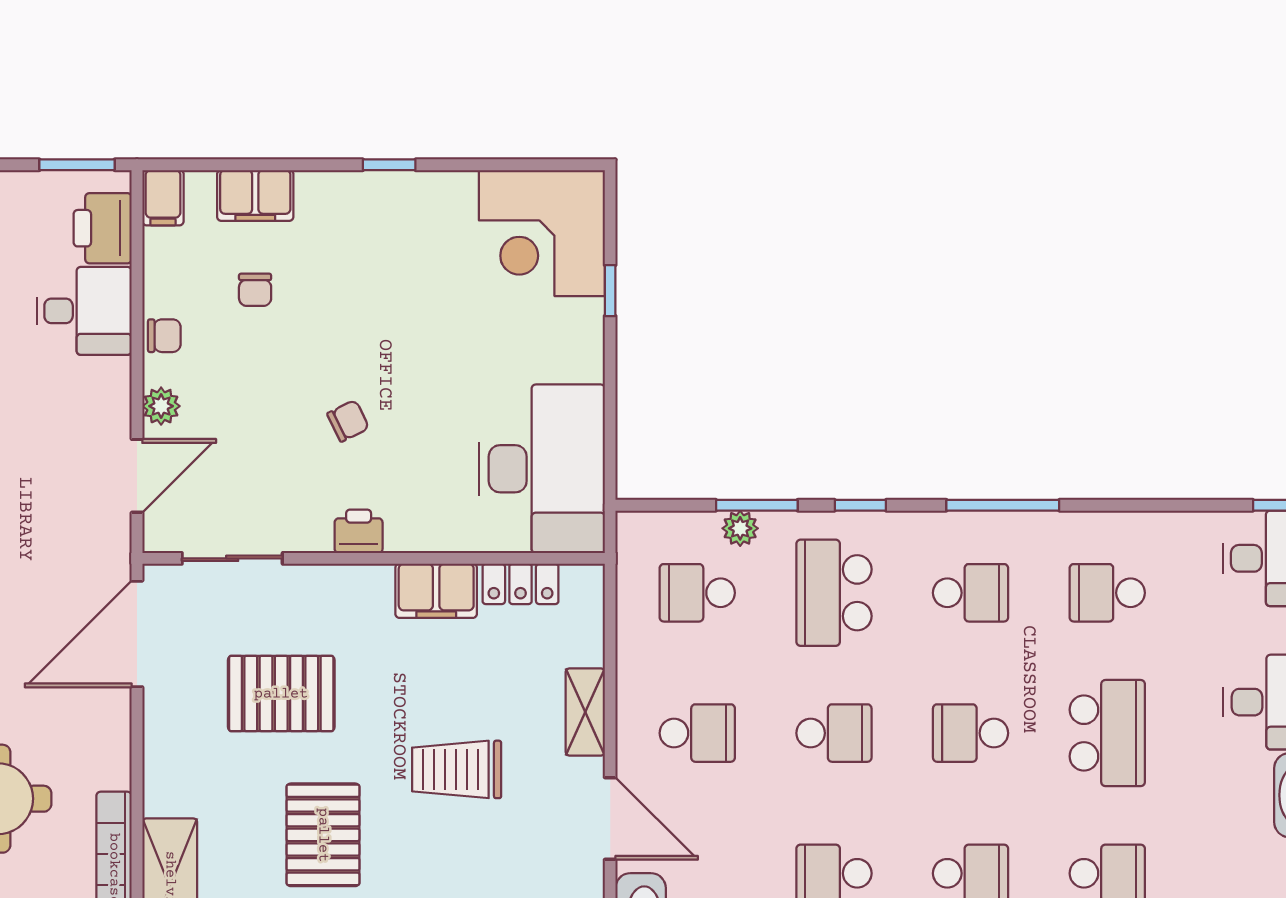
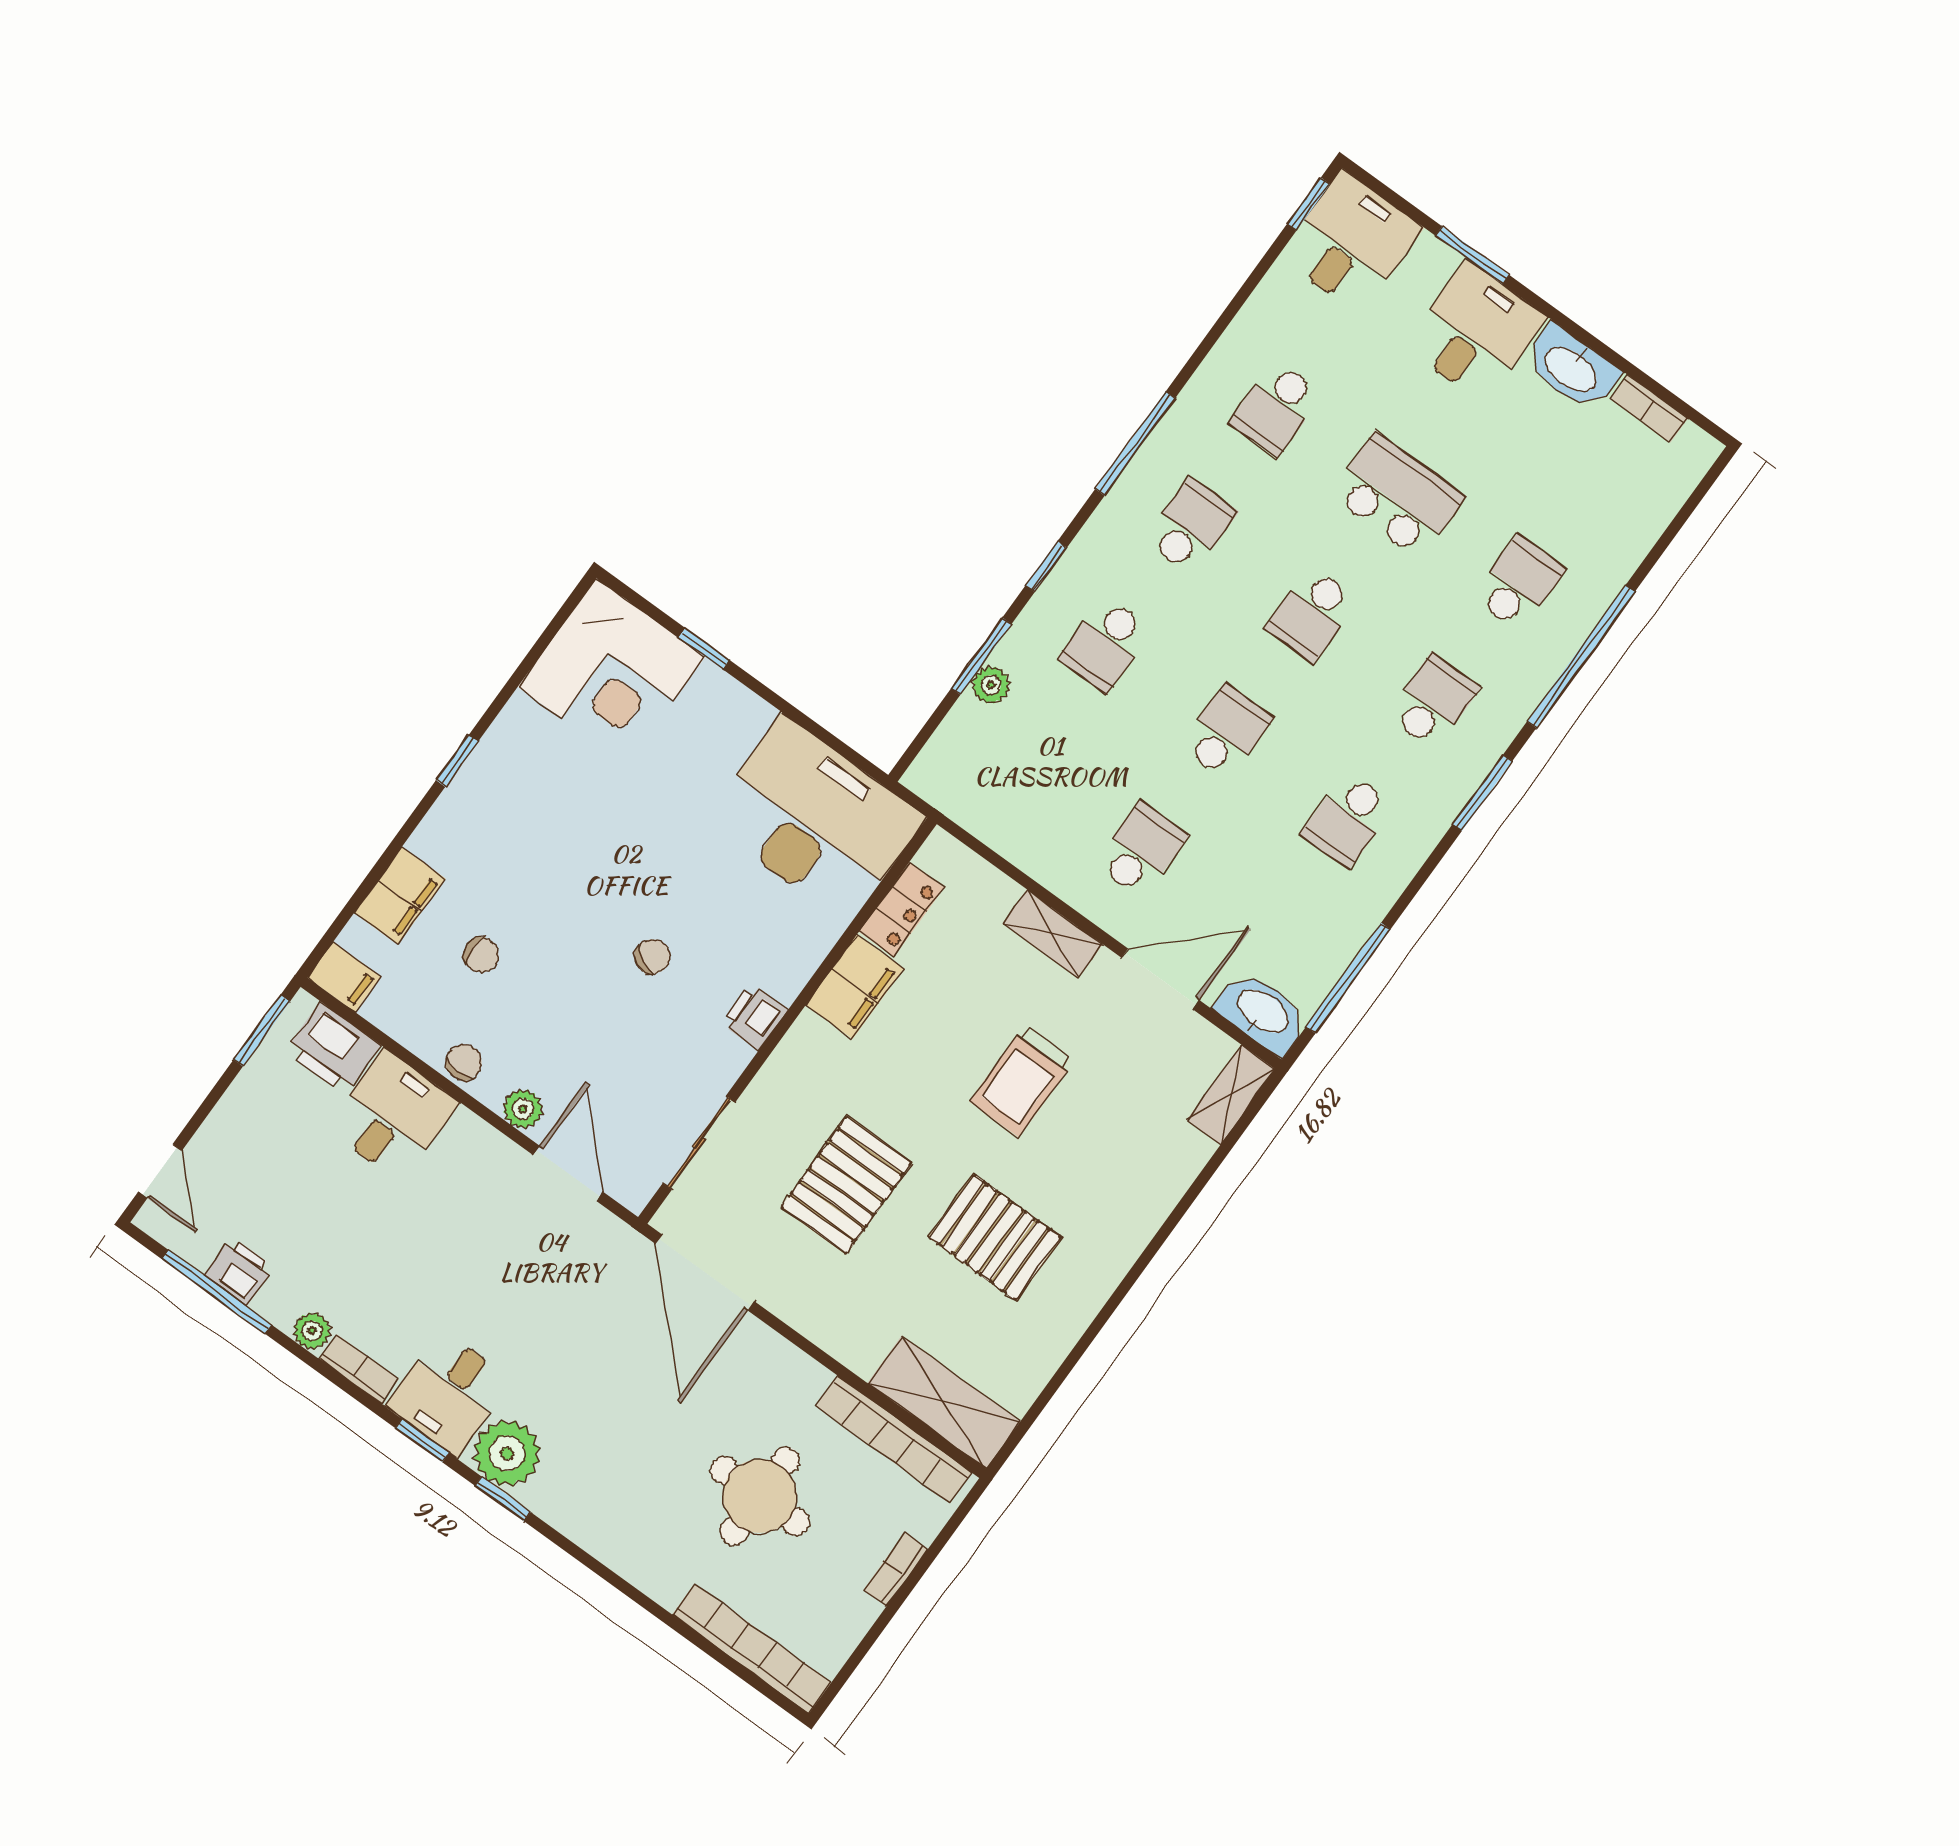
chair: (348, 421) -> (653, 957), turned 54
school desk: (697, 593) -> (1020, 762), removed
school desk: (834, 593) -> (1105, 644), width x0.54

